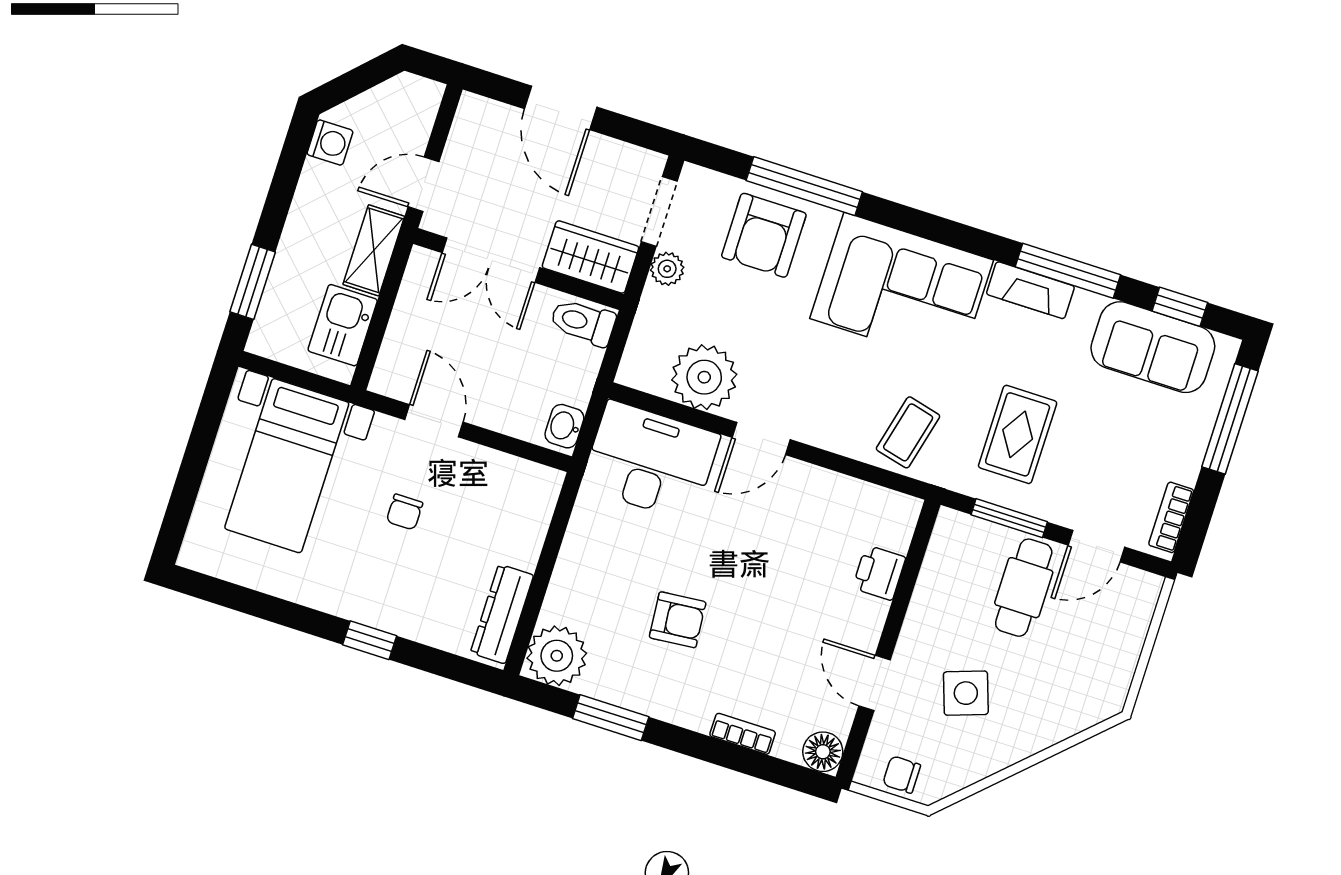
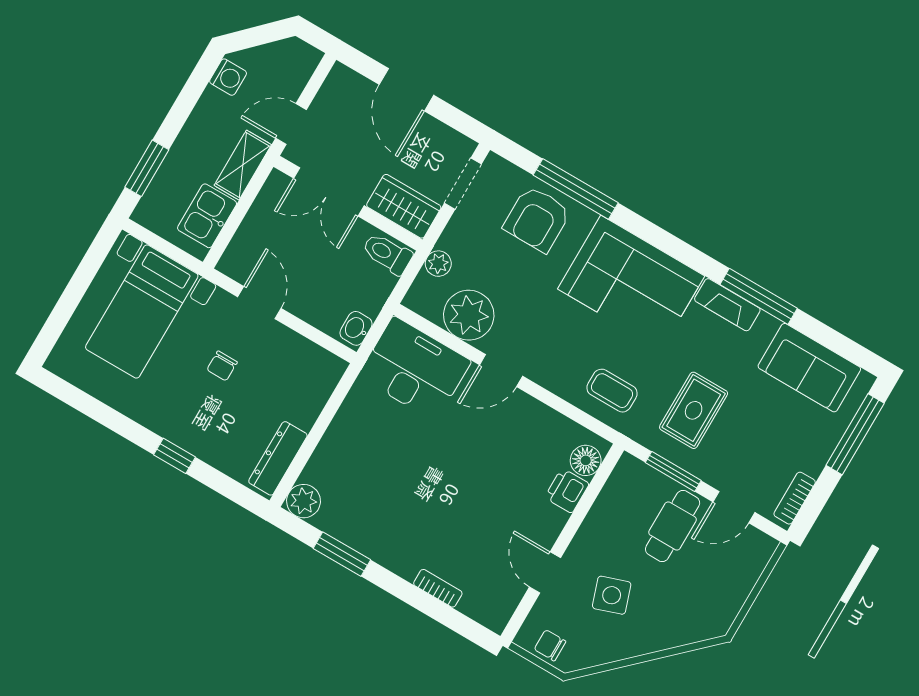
plant: (667, 269) -> (438, 264), moved
window: (1180, 307) -> (836, 342), removed
coffee table: (908, 432) -> (612, 391), turned 76
armchair: (678, 620) -> (408, 492), removed
plant: (557, 656) -> (304, 501), width x0.73, depth x0.73
floor lamp: (823, 752) -> (586, 460), moved

